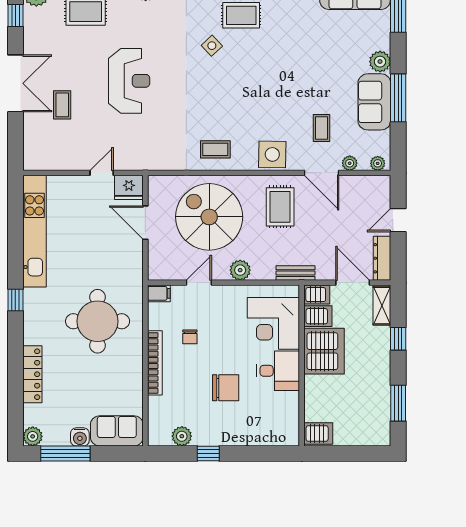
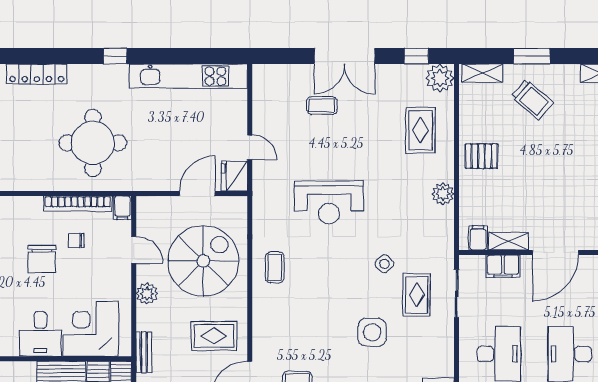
reception desk: (129, 81) -> (329, 202), moved
side table: (272, 154) -> (372, 332), moved
bookcase: (155, 363) -> (78, 204), moved
chair: (226, 388) -> (42, 259), moved

